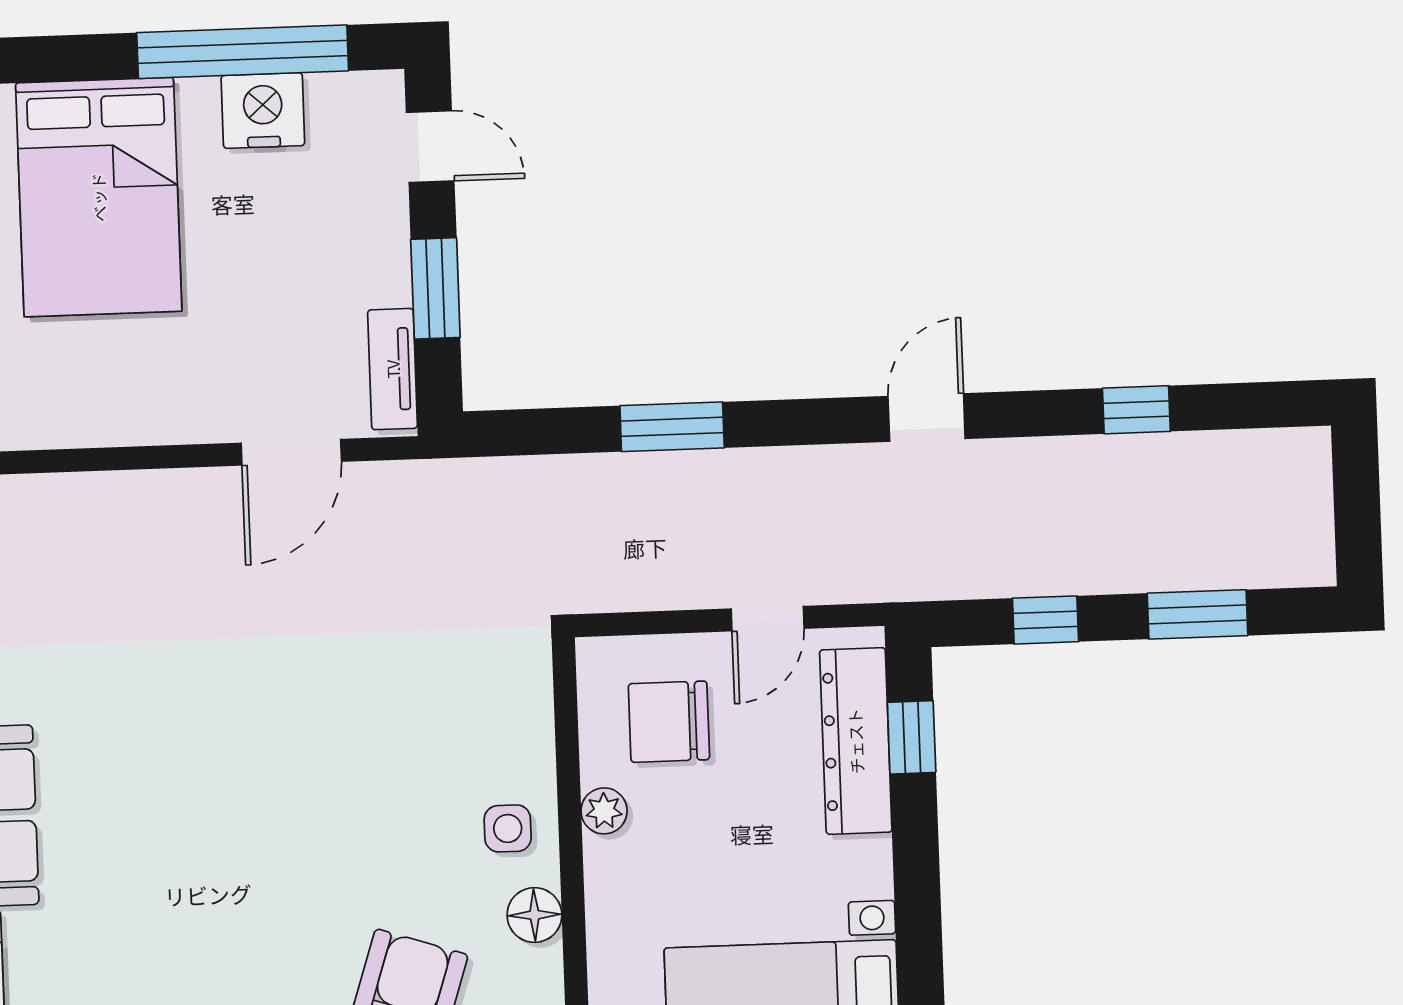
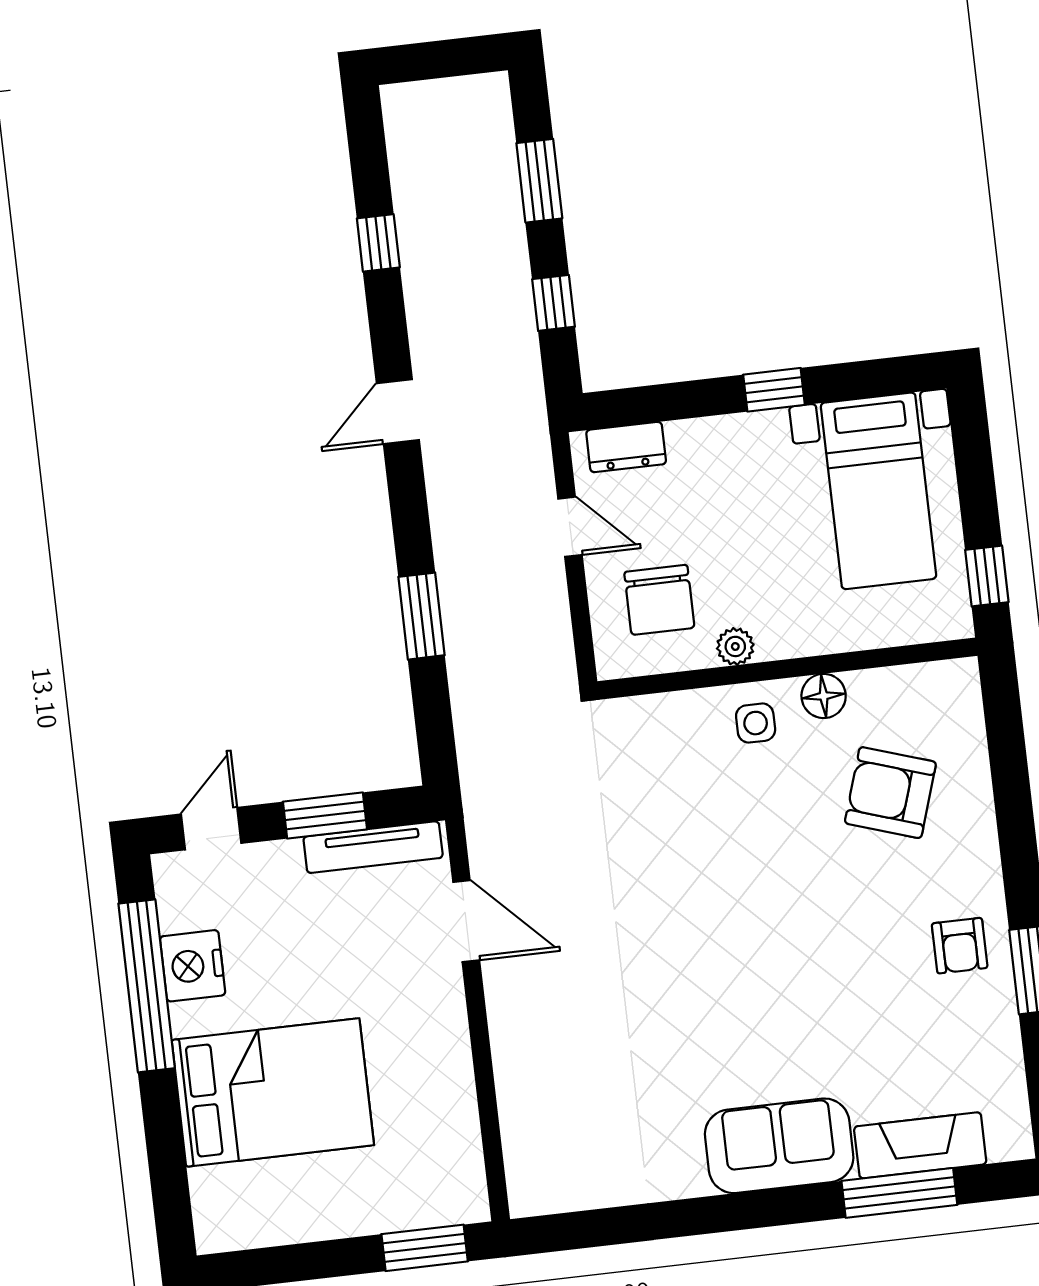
tv unit: (393, 369) -> (373, 847), width x1.41
door: (927, 417) -> (398, 412), hinge flipped
window: (912, 737) -> (774, 390), moved
dresser: (856, 741) -> (626, 447), width x0.51, depth x0.80

